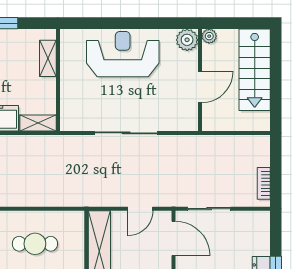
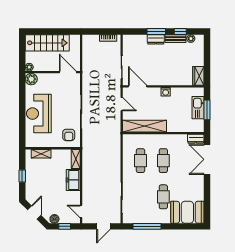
door: (200, 87) -> (68, 72), moved
armchair: (83, 110) -> (69, 135), added
door: (173, 238) -> (138, 86), hinge flipped

